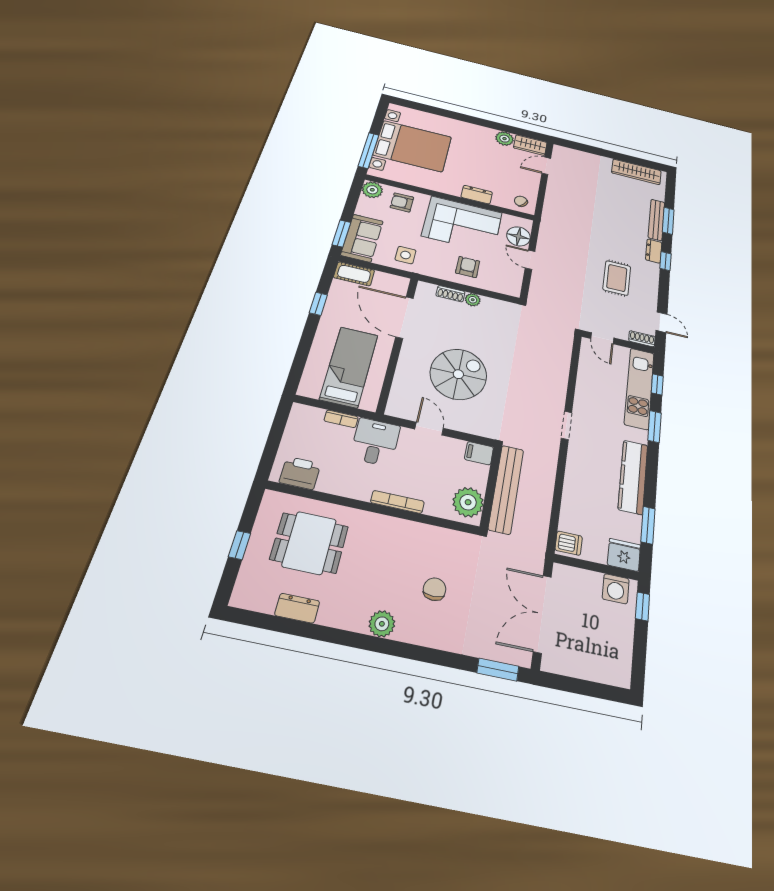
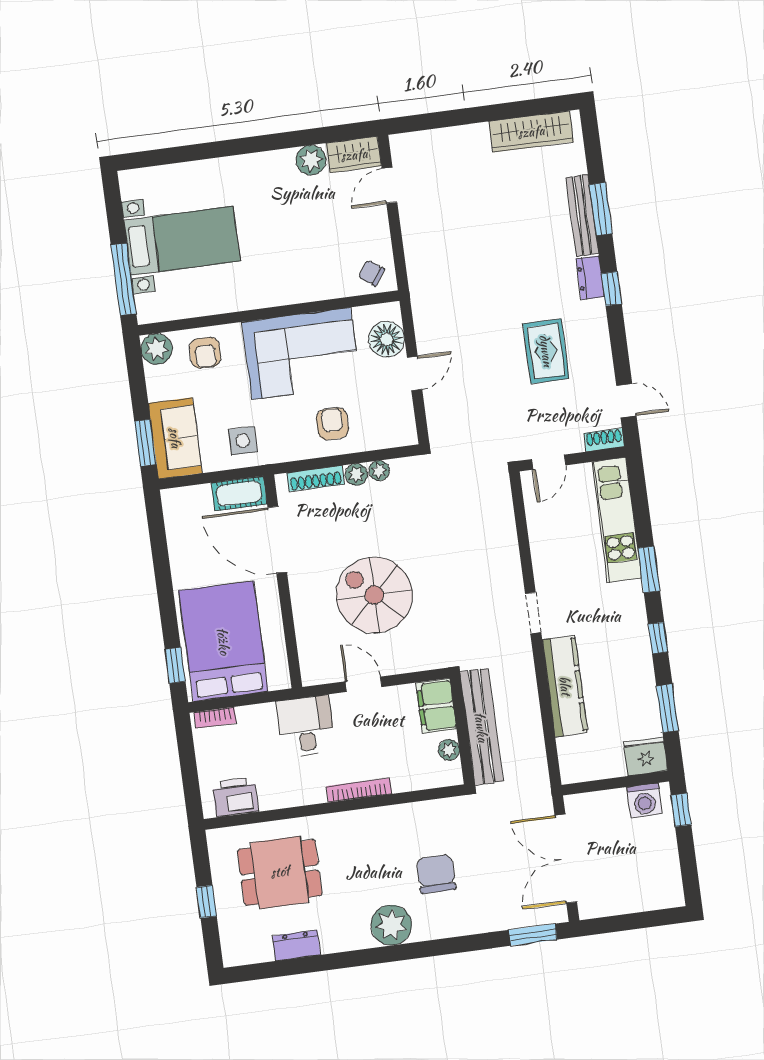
bed with nightstands: (413, 146) -> (182, 241), width x0.73
dresser: (477, 195) -> (304, 290), removed
armchair: (402, 202) -> (205, 353), turned -90
door: (530, 260) -> (415, 373), swing flipped
cot: (354, 274) -> (239, 494), moved
shoe rack: (450, 294) -> (316, 479), width x1.43
plant: (489, 303) -> (379, 471), added
window: (318, 304) -> (175, 665), moved
door: (602, 338) -> (549, 462), hinge flipped
bed: (349, 367) -> (223, 641), width x1.50
spiral stairs: (458, 374) -> (374, 595), turned -90
window: (657, 384) -> (658, 638), moved
bookcase: (341, 419) -> (215, 718), moved
filing cabinet: (479, 453) -> (436, 706), width x2.00
kitchen counter: (633, 477) -> (565, 686), moved, turned 180
plant: (468, 502) -> (449, 750), width x0.53, depth x0.53
dishwasher: (569, 543) -> (575, 766), removed
chair: (435, 589) -> (436, 874), width x1.37, depth x1.37
plant: (382, 624) -> (391, 925), width x1.36, depth x1.36

